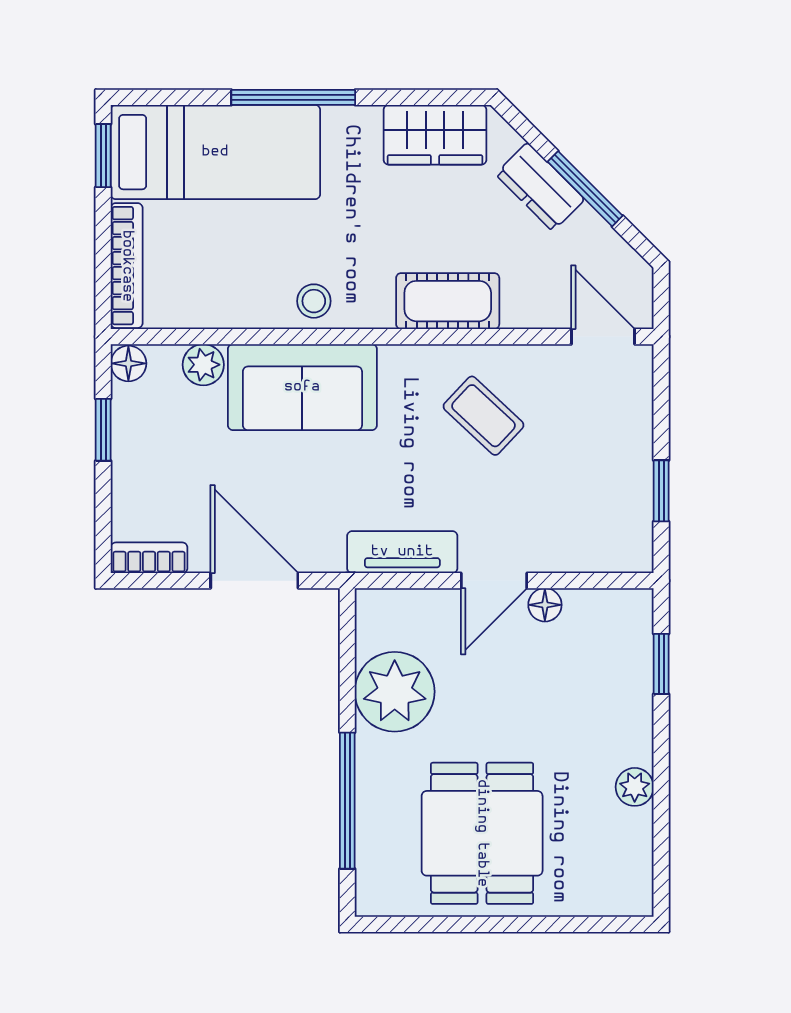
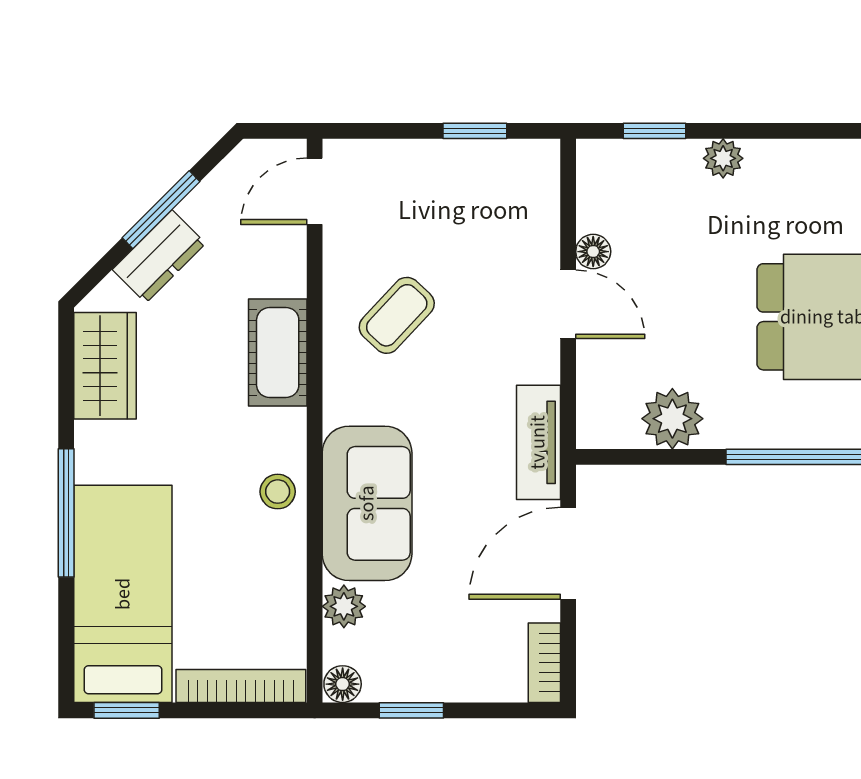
tv unit: (402, 552) -> (538, 442), moved
plant: (395, 692) -> (672, 419), width x0.73, depth x0.73
plant: (635, 787) -> (723, 158), moved

